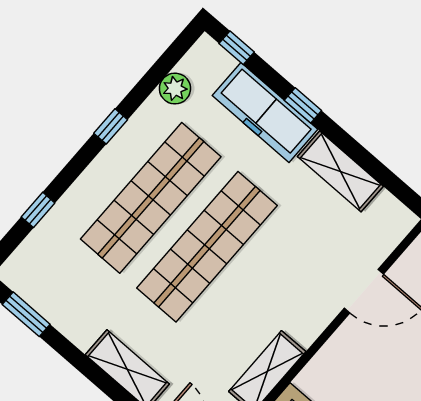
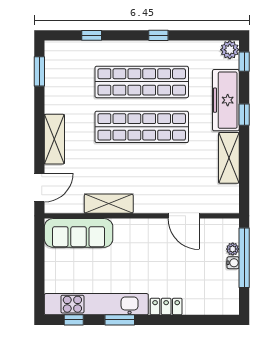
plant: (175, 89) -> (230, 50), moved

